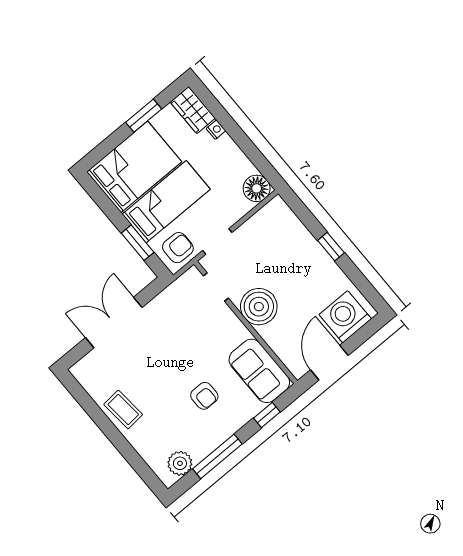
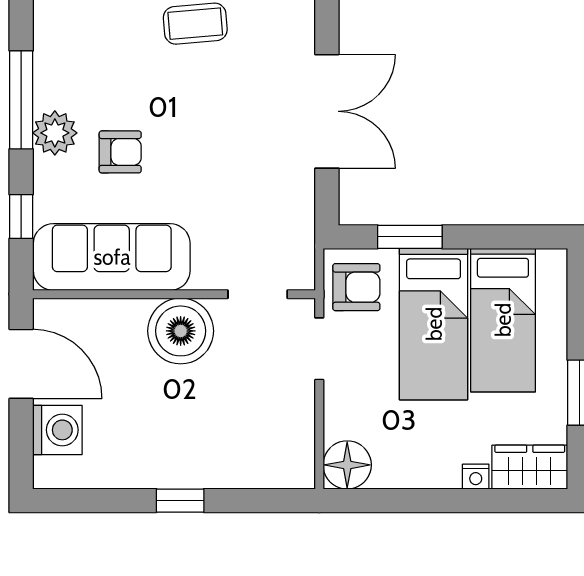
bed: (134, 167) -> (503, 320), width x0.67
armchair: (178, 248) -> (356, 287), turned -90
washing machine: (345, 317) -> (57, 430), width x0.73, depth x0.73
sofa: (259, 371) -> (112, 257), width x1.36
armchair: (204, 396) -> (120, 152), turned 180
plant: (180, 463) -> (55, 133), moved

